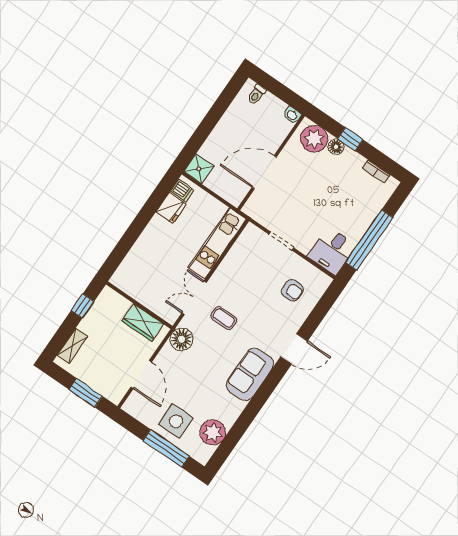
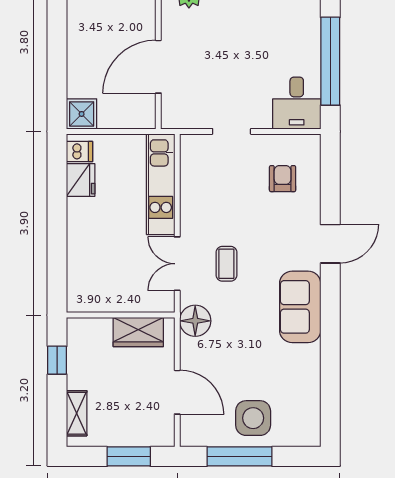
armchair: (292, 290) -> (283, 179), turned -90
coffee table: (224, 318) -> (226, 264), turned 90
plant: (213, 432) -> (304, 402), removed
window: (166, 448) -> (239, 456), moved

